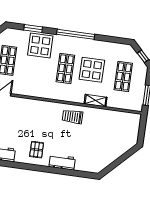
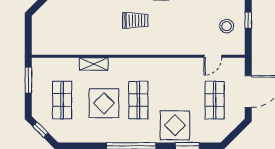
trolley: (72, 117) -> (135, 20), moved

